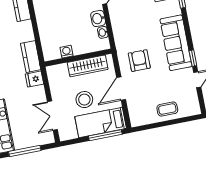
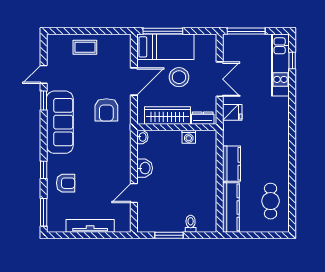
washbasin: (103, 32) -> (142, 137), moved
kitchen counter: (31, 57) -> (232, 164), moved
dresser: (58, 69) -> (203, 118), added
double door: (52, 116) -> (220, 79), moved
window: (25, 151) -> (246, 31), moved

